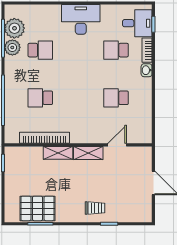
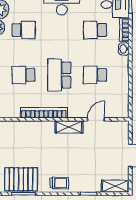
school desk: (78, 98) -> (59, 75), added
bookcase: (44, 138) -> (44, 113), moved
shelving: (58, 153) -> (115, 186), moved
trolley: (95, 208) -> (59, 183), moved

